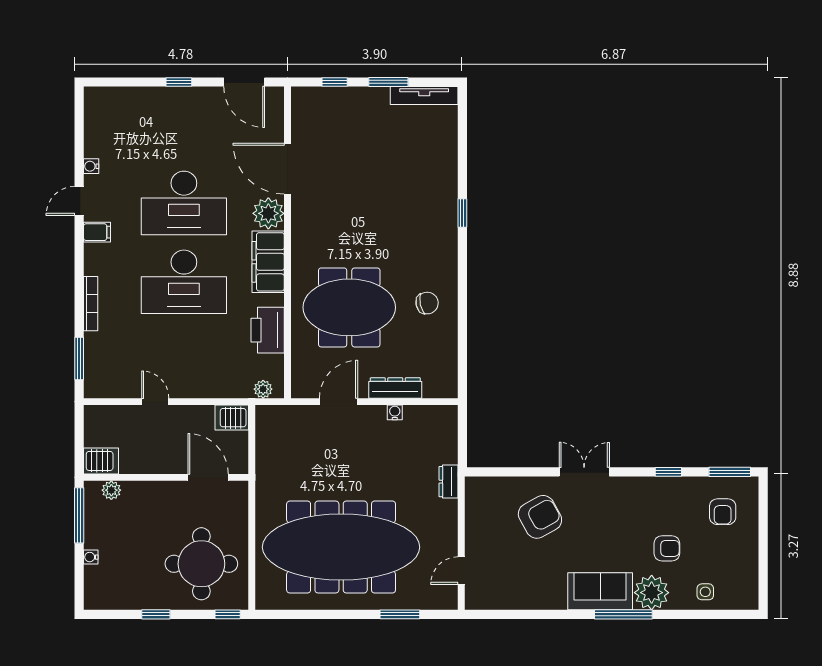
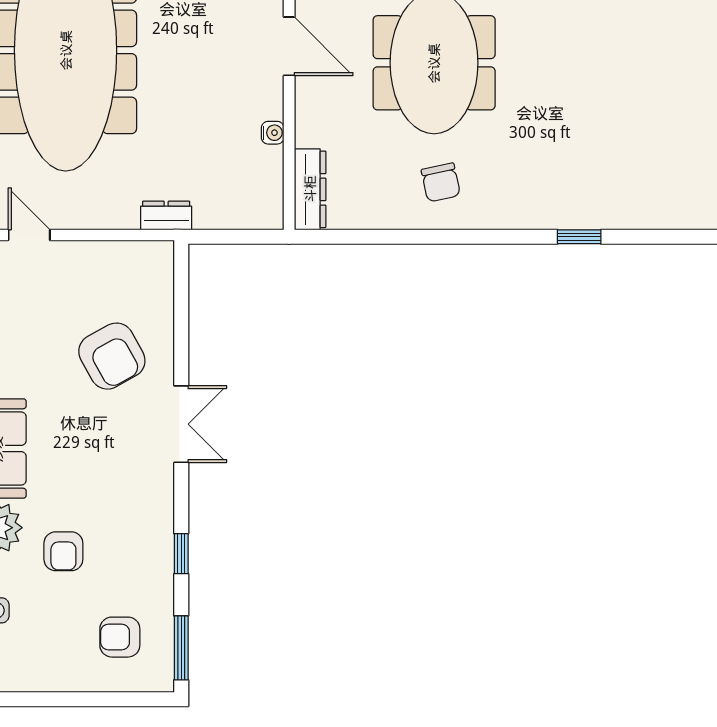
dresser: (395, 388) -> (310, 189), moved

